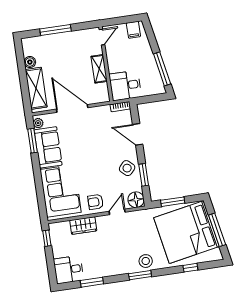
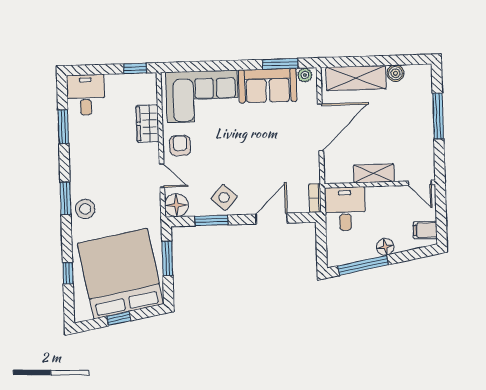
floor lamp: (148, 55) -> (385, 247), added
window: (217, 230) -> (119, 319), width x0.46

